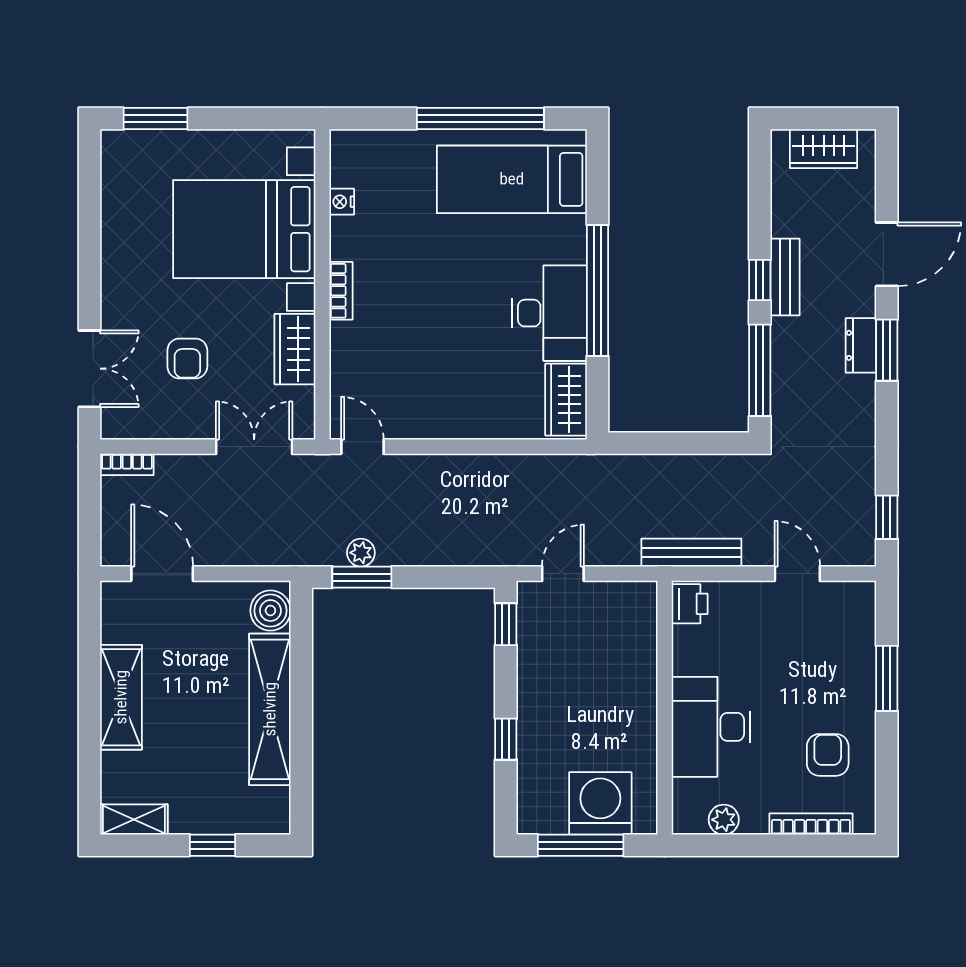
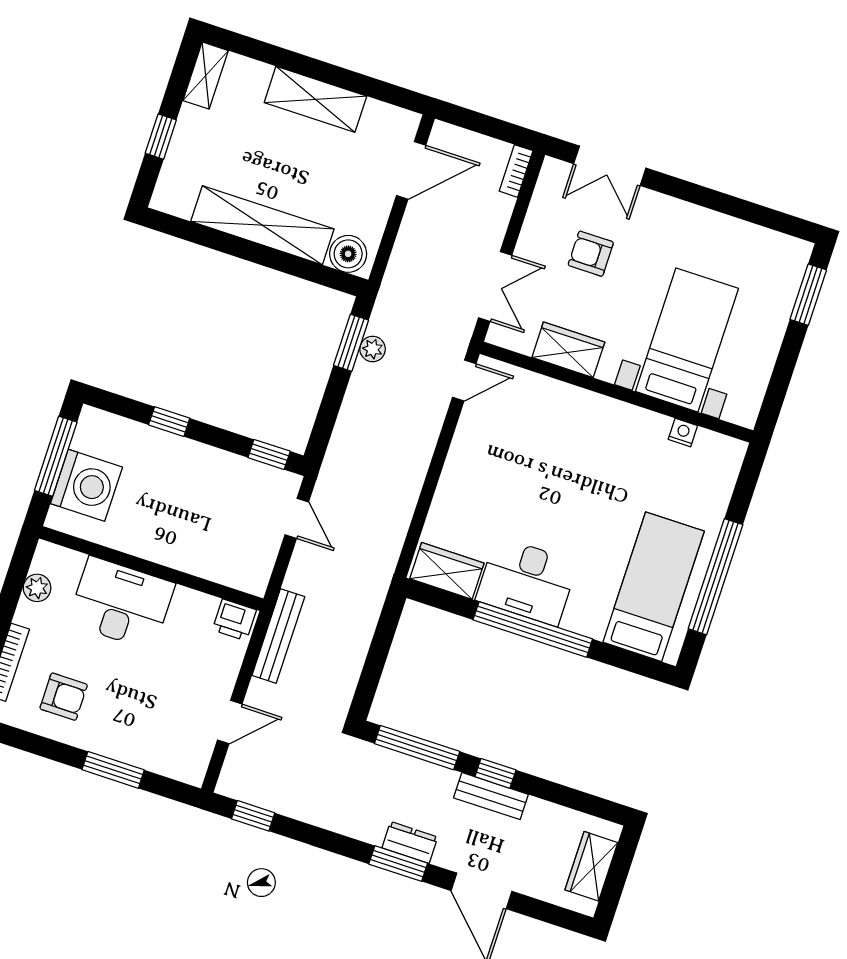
bed with nightstands: (244, 229) -> (687, 340), width x0.73
bookcase: (341, 291) -> (606, 406), removed

